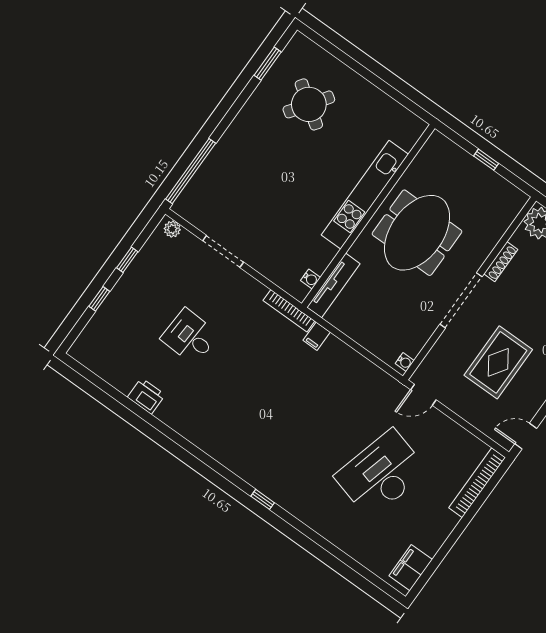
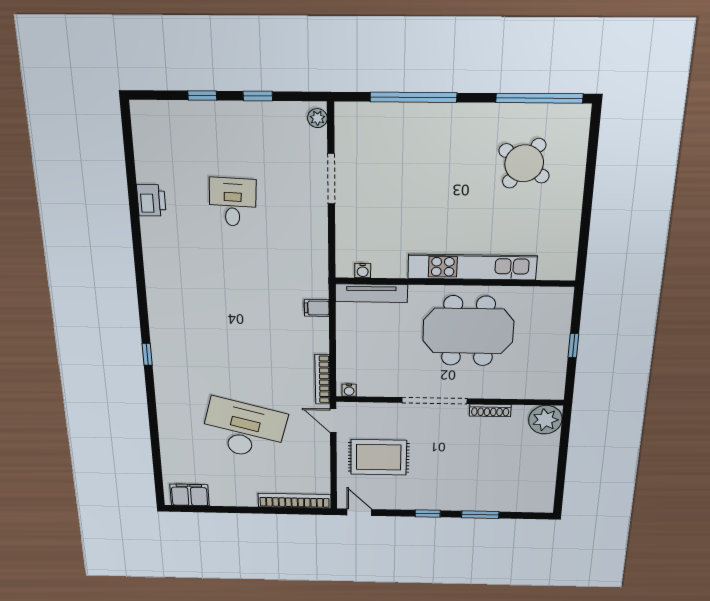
window: (268, 64) -> (539, 98), width x2.11
window: (191, 171) -> (413, 97), moved
bookcase: (289, 311) -> (323, 379), moved
rug: (498, 362) -> (379, 457), moved

